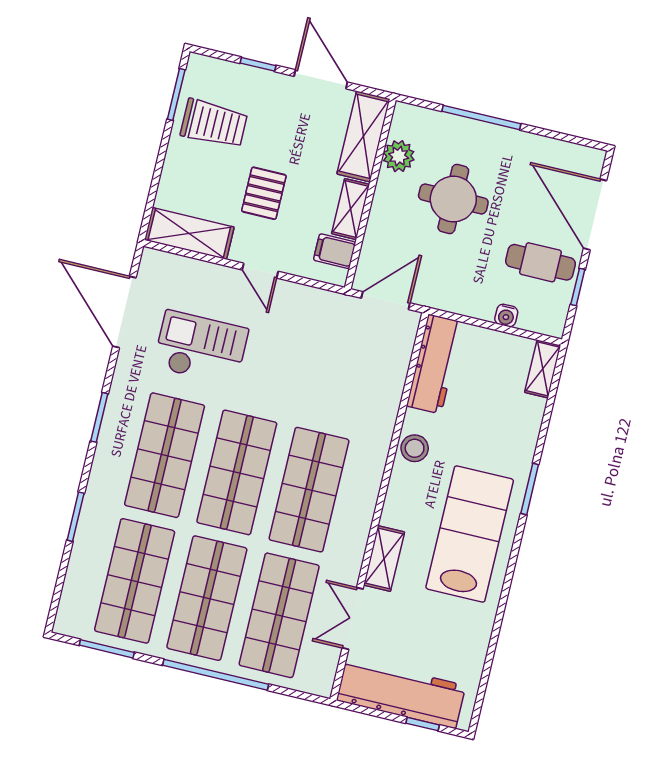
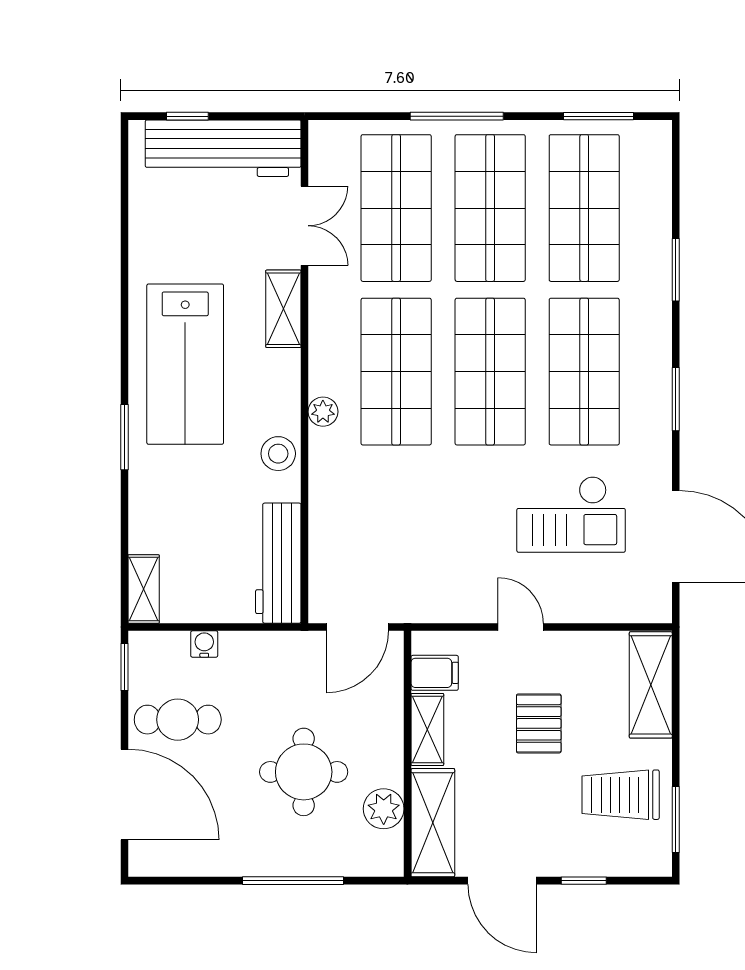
shelving: (189, 233) -> (651, 685), moved, turned 90
window: (578, 287) -> (124, 667), moved
plant: (373, 472) -> (323, 412), added
window: (216, 675) -> (457, 116), width x0.68

